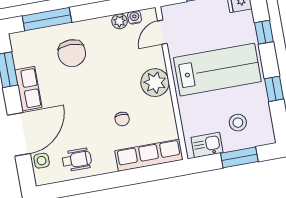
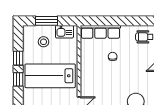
window: (264, 32) -> (18, 79), moved
plant: (155, 83) -> (89, 75), removed

